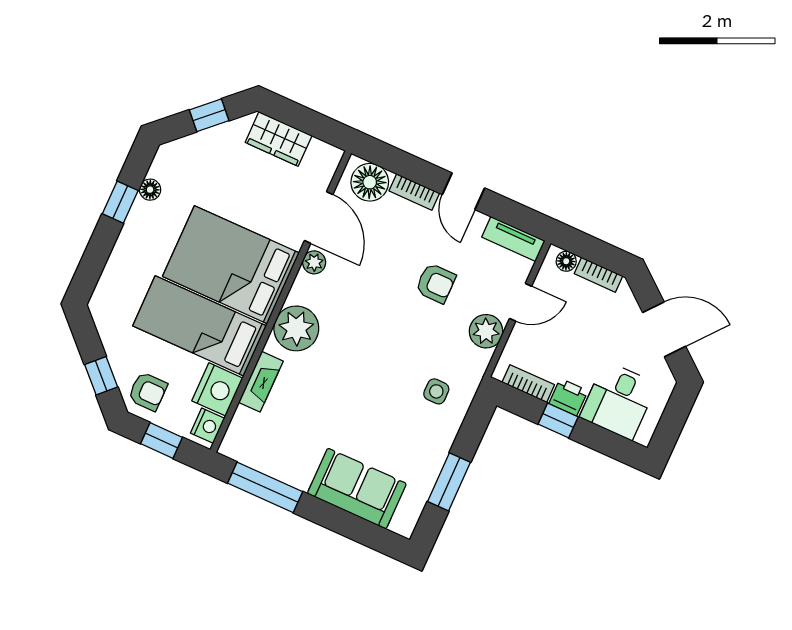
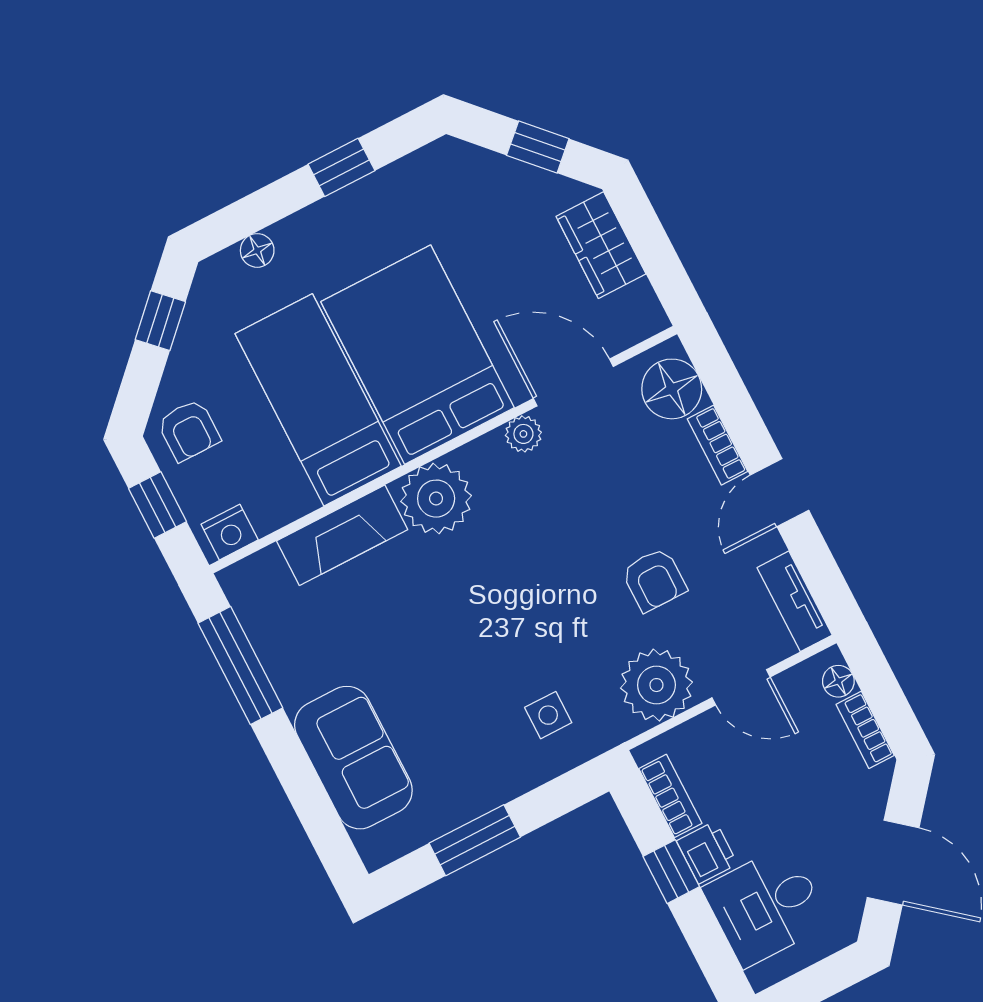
floor lamp: (150, 190) -> (257, 250), moved
door: (319, 217) -> (573, 382), swing flipped
plant: (486, 331) -> (656, 685), width x1.36, depth x1.36
window: (101, 376) -> (160, 321), moved
fireplace: (261, 382) -> (342, 535), width x1.37, depth x1.32
nightstand: (217, 389) -> (277, 497), removed

